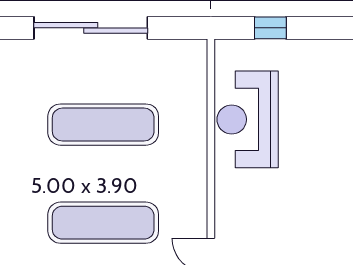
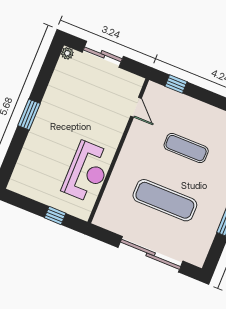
exercise mat: (103, 223) -> (186, 148), width x0.73, depth x0.69

